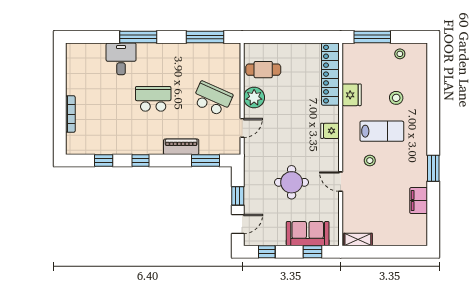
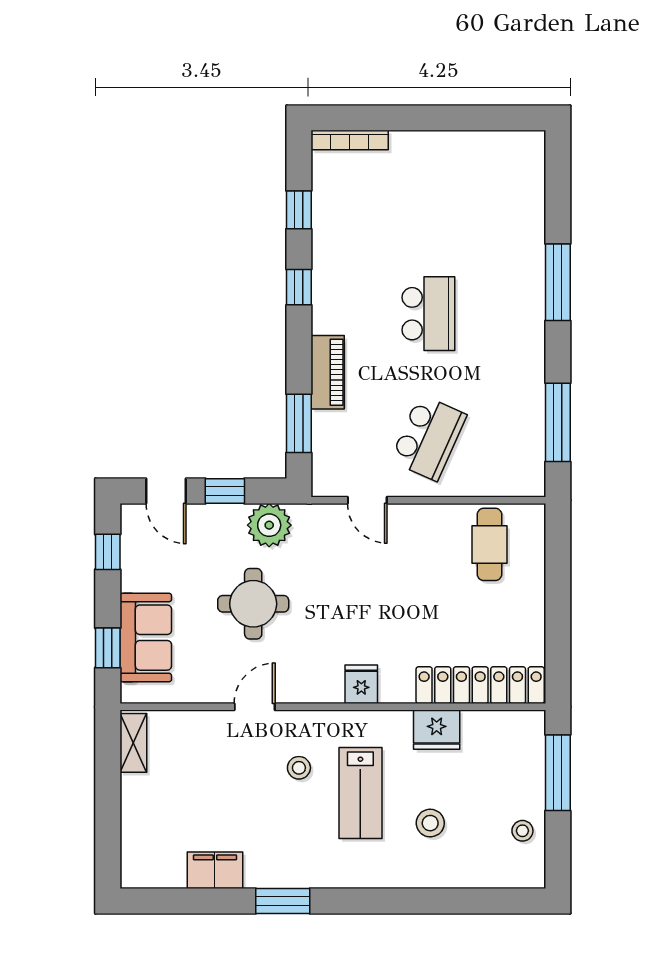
desk: (121, 59) -> (512, 246), removed
plant: (254, 98) -> (269, 525), moved
bookcase: (70, 114) -> (350, 140), moved

